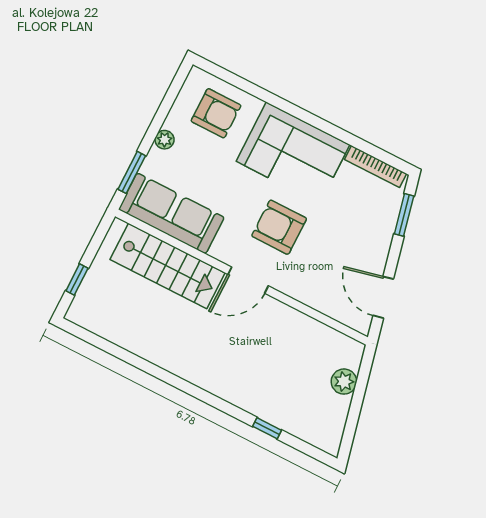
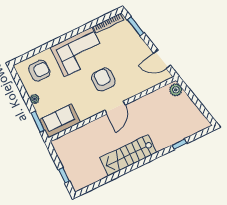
sofa: (171, 213) -> (60, 121), width x0.73
armchair: (279, 227) -> (103, 80), turned 90
stairs: (168, 266) -> (128, 155), moved, turned 180
plant: (344, 382) -> (176, 90), moved

